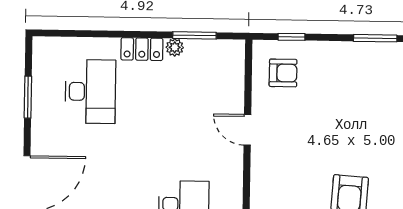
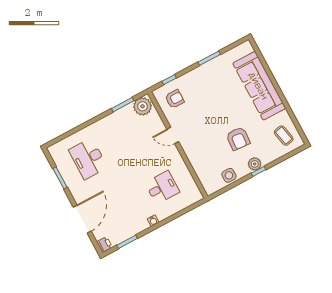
plant: (175, 47) -> (143, 106), moved, width x1.88, depth x1.88
locker: (142, 49) -> (101, 125), removed
desk: (90, 92) -> (88, 159), turned 180

